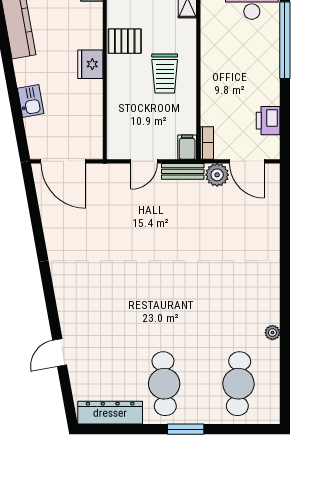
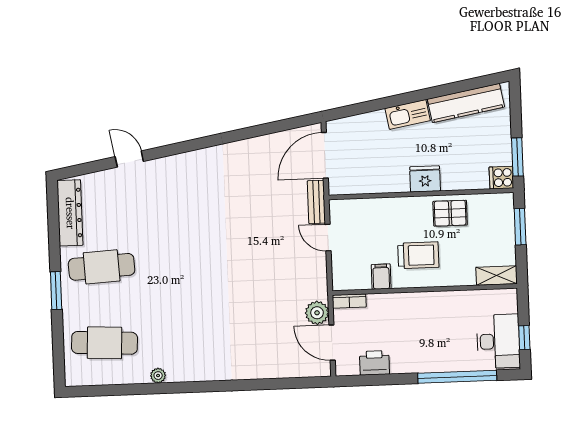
pallet: (125, 41) -> (450, 213), turned 90
trolley: (165, 74) -> (418, 255), turned 180
kitchen sink: (31, 101) -> (408, 114), moved, width x1.37
filing cabinet: (187, 147) -> (381, 277), moved, turned -90
door: (247, 161) -> (332, 343), hinge flipped
bench: (183, 171) -> (316, 202), moved

